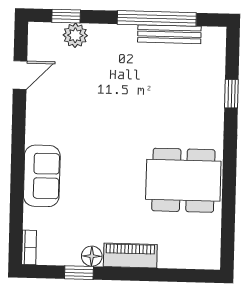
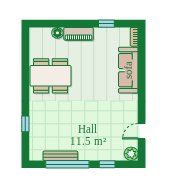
window: (66, 16) -> (107, 164), moved
plant: (75, 35) -> (131, 154), moved
sofa: (42, 176) -> (128, 70), width x1.36
floor lamp: (92, 256) -> (57, 33), moved

